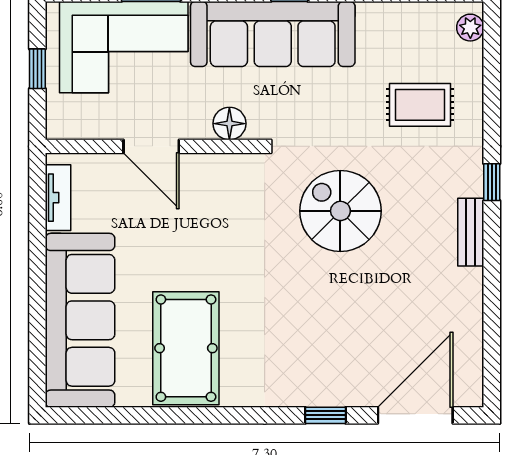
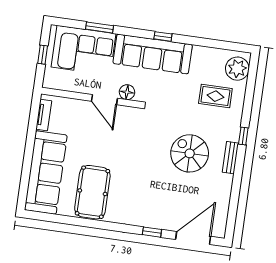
plant: (470, 28) -> (237, 69), width x1.87, depth x1.87
door: (151, 146) -> (104, 100), moved
spiral stairs: (340, 211) -> (190, 153), moved

